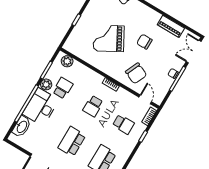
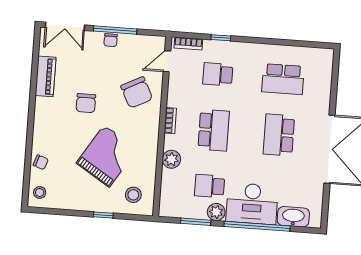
grand piano: (109, 38) -> (107, 156), turned -119
stool: (79, 43) -> (133, 195), added
plant: (67, 61) -> (171, 159), moved
chair: (136, 73) -> (137, 92), turned 129
school desk: (93, 106) -> (214, 130), width x1.85
school desk: (123, 124) -> (218, 74), turned -90
school desk: (72, 142) -> (279, 135), turned 90

